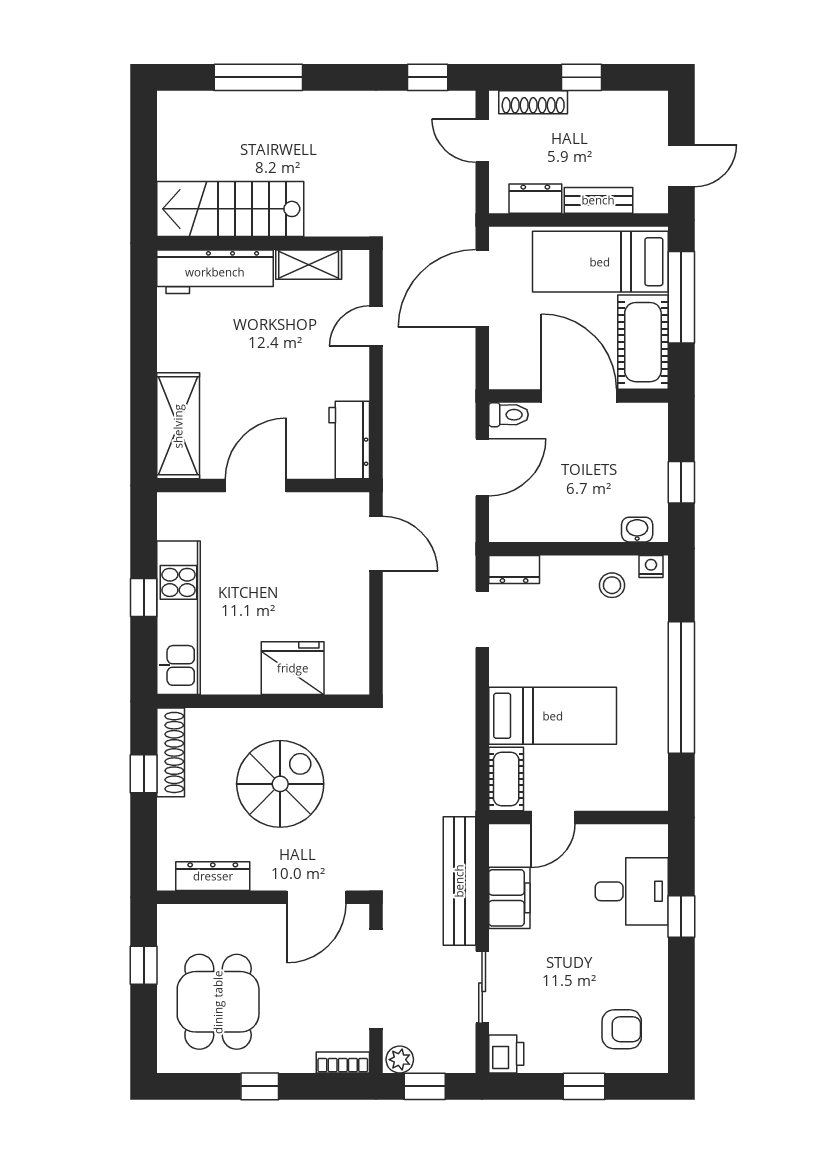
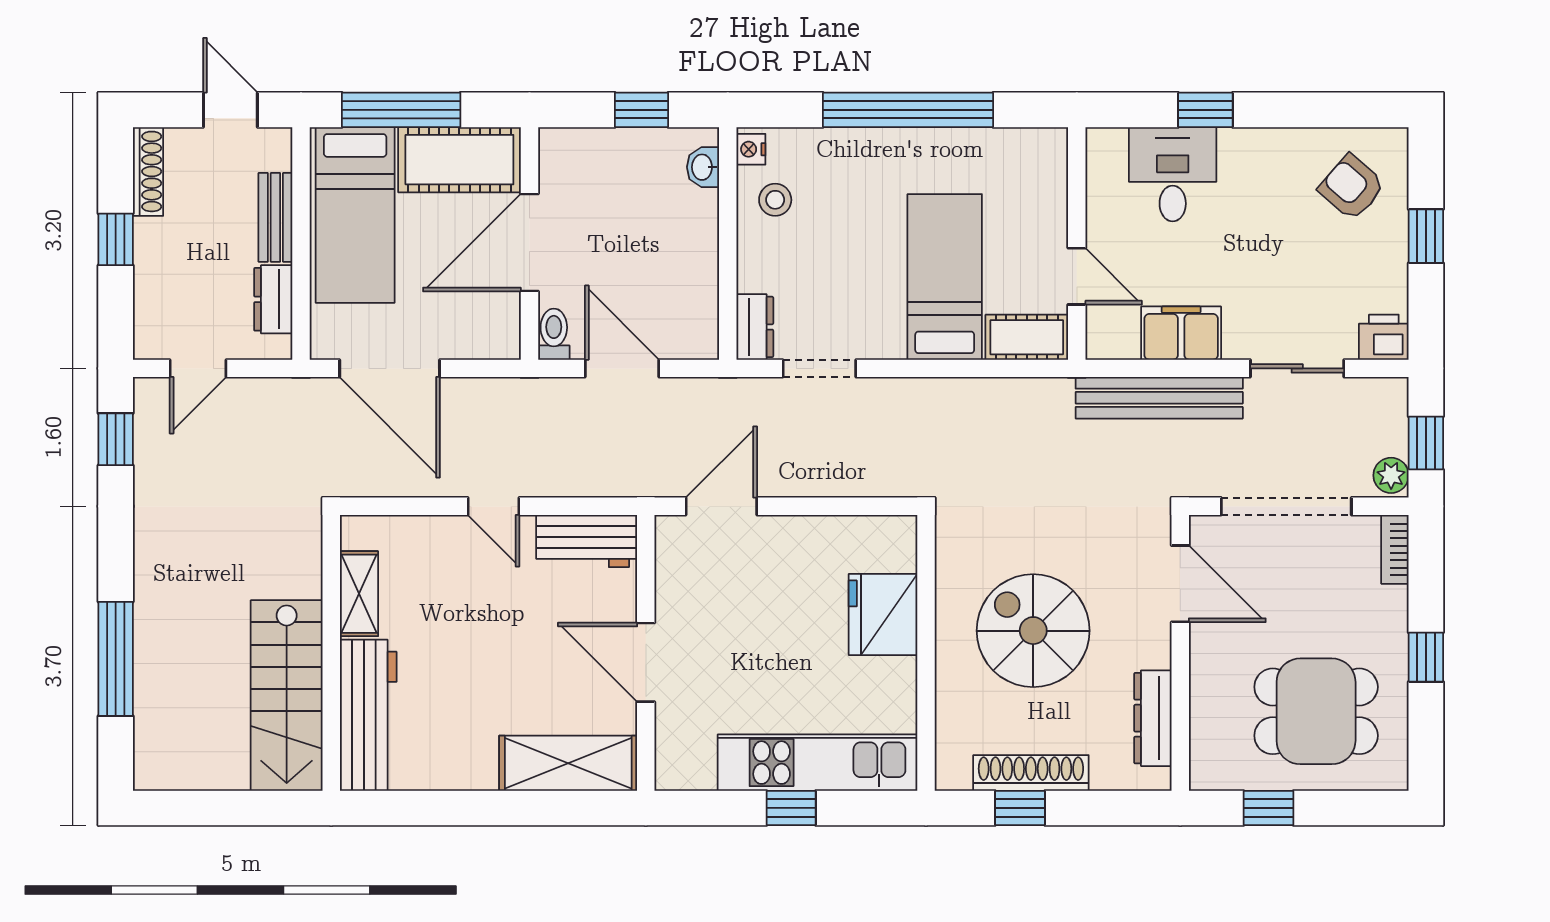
shoe rack: (533, 102) -> (148, 171), moved
door: (376, 326) -> (494, 506), moved
shoe rack: (171, 752) -> (1031, 773), moved
armchair: (622, 1029) -> (1352, 187), turned -49

